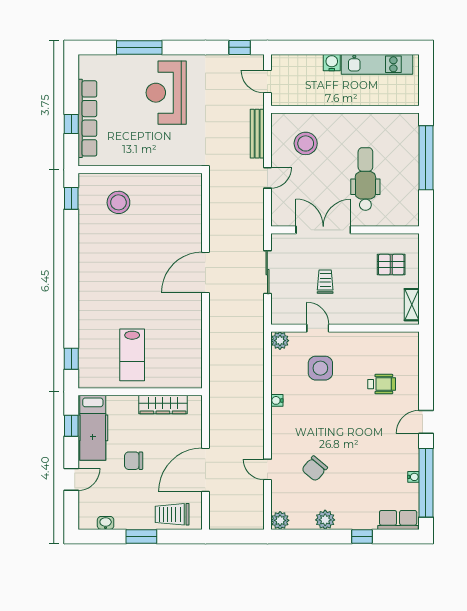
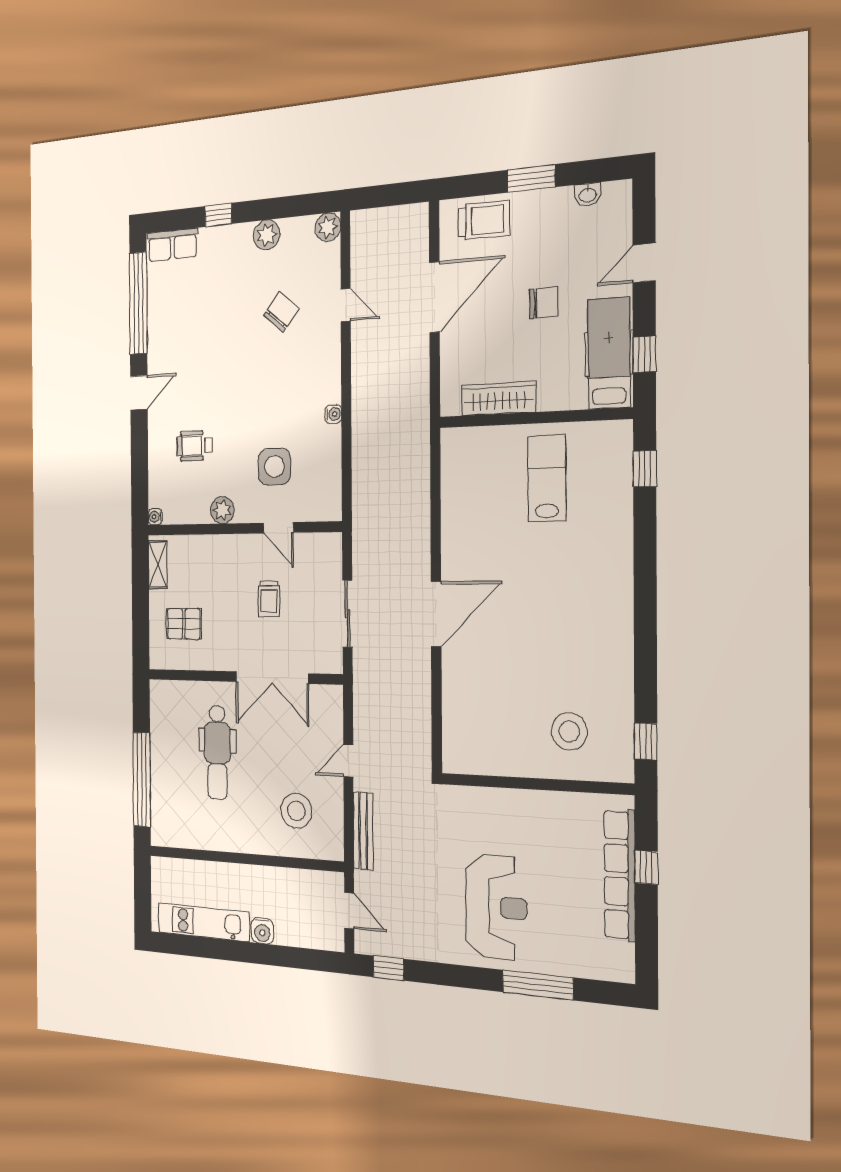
plant: (280, 341) -> (222, 510), moved
water cooler: (413, 477) -> (155, 517), moved

